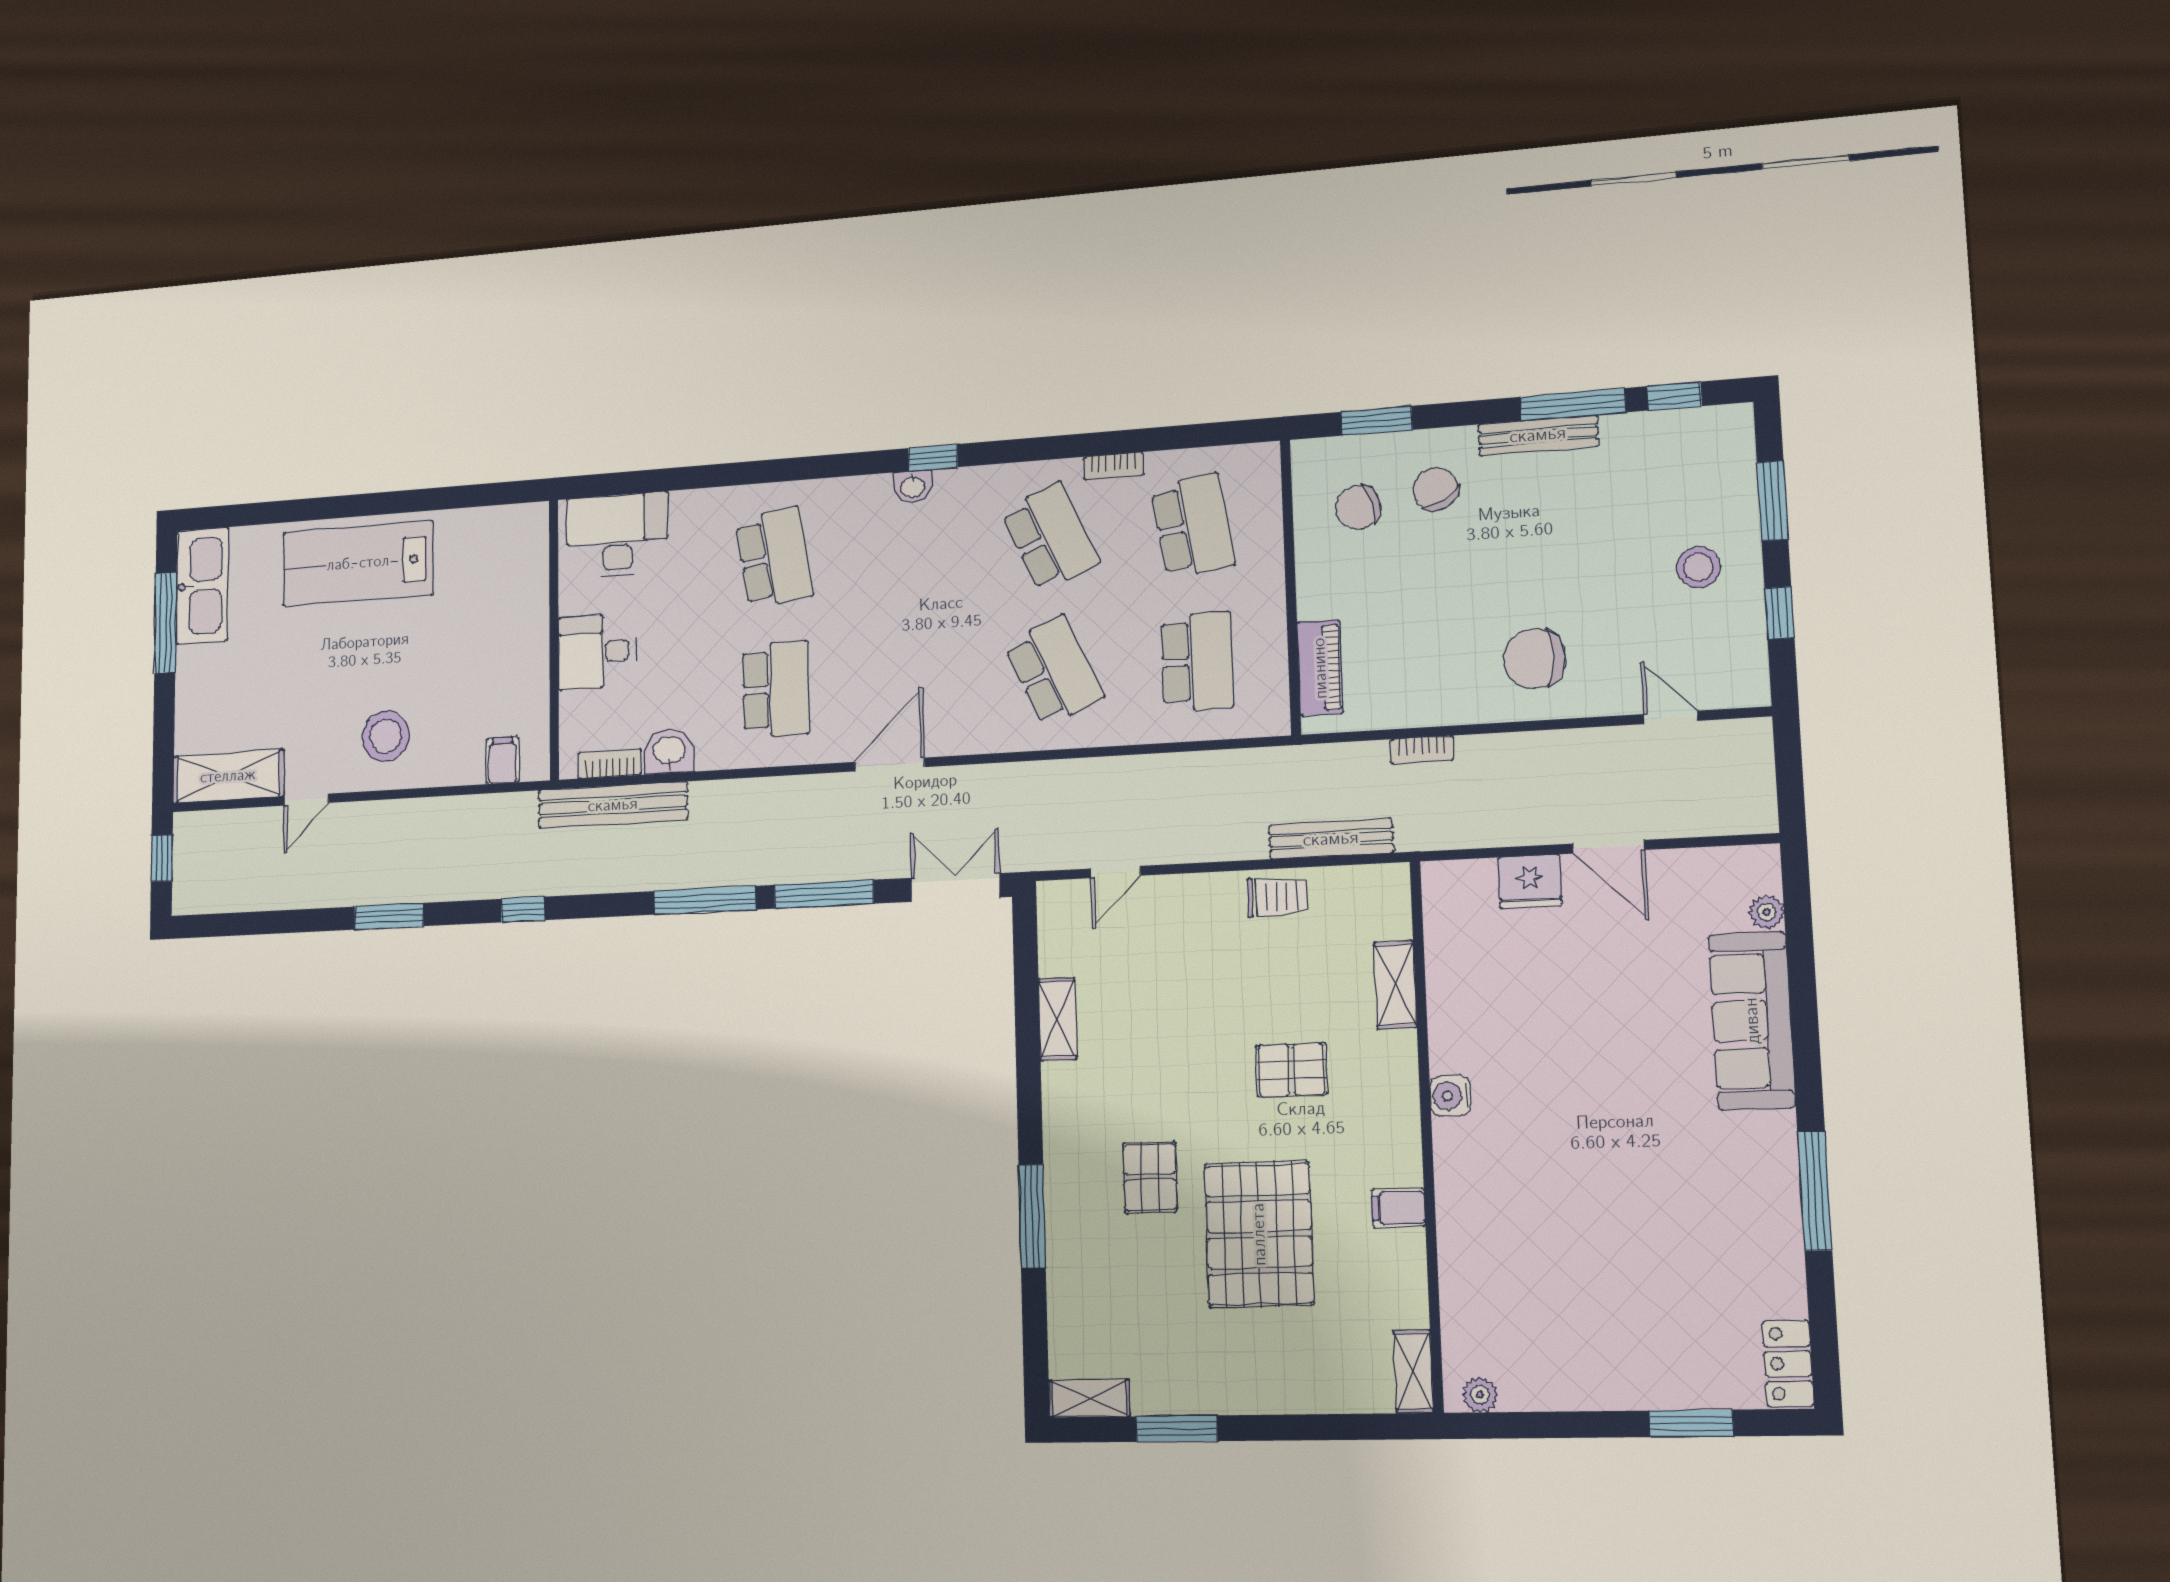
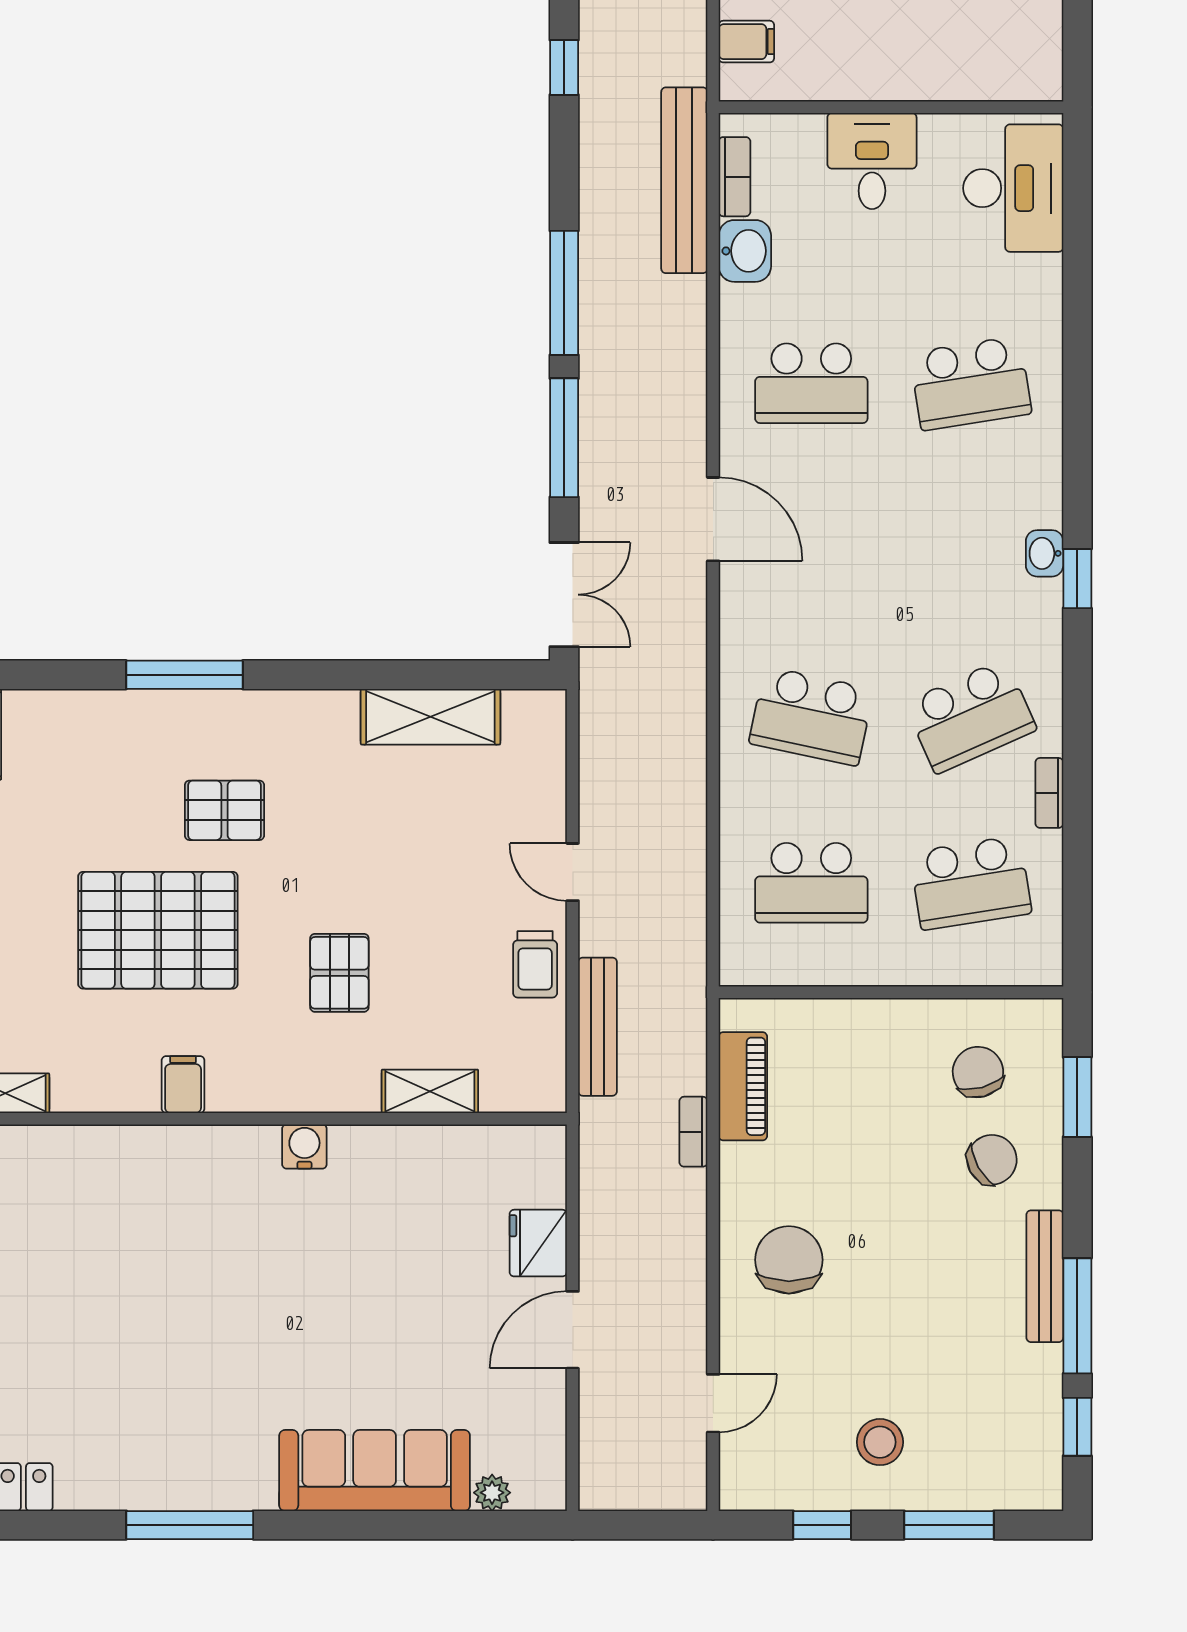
piano: (1320, 668) -> (743, 1086), moved, turned -90
school desk: (1054, 671) -> (811, 716), turned 36
door: (1115, 872) -> (573, 872), moved
shelving: (1057, 1019) -> (430, 717), width x1.50, depth x1.33

